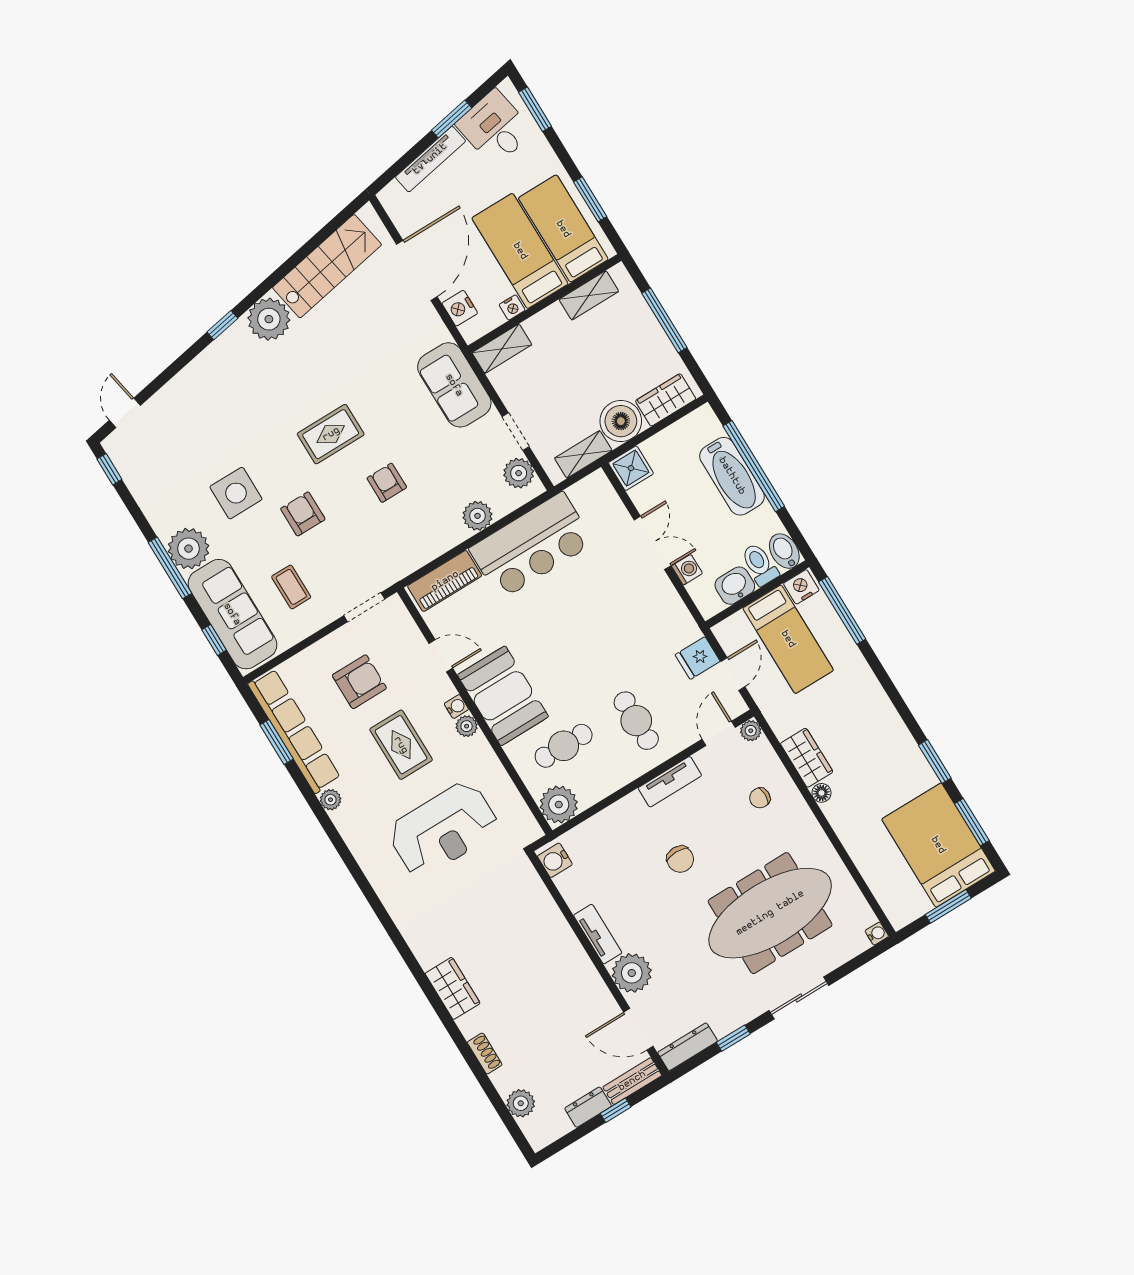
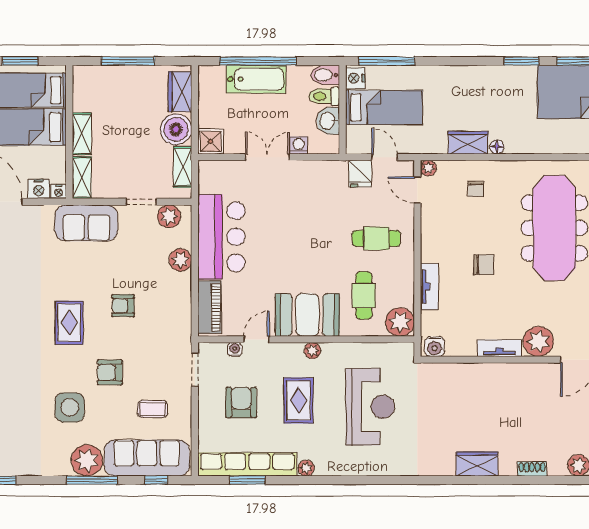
shelving: (589, 295) -> (82, 134), moved
nightstand: (512, 307) -> (59, 192), moved, turned 90
water cooler: (456, 707) -> (235, 349), moved
rug: (401, 745) -> (298, 400), turned 90
tv unit: (670, 782) -> (429, 287), moved

